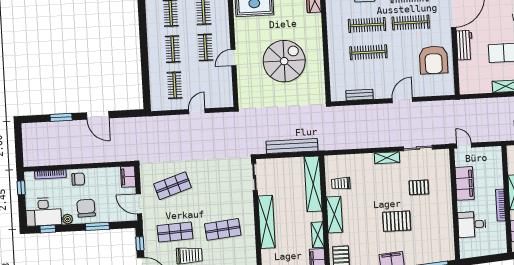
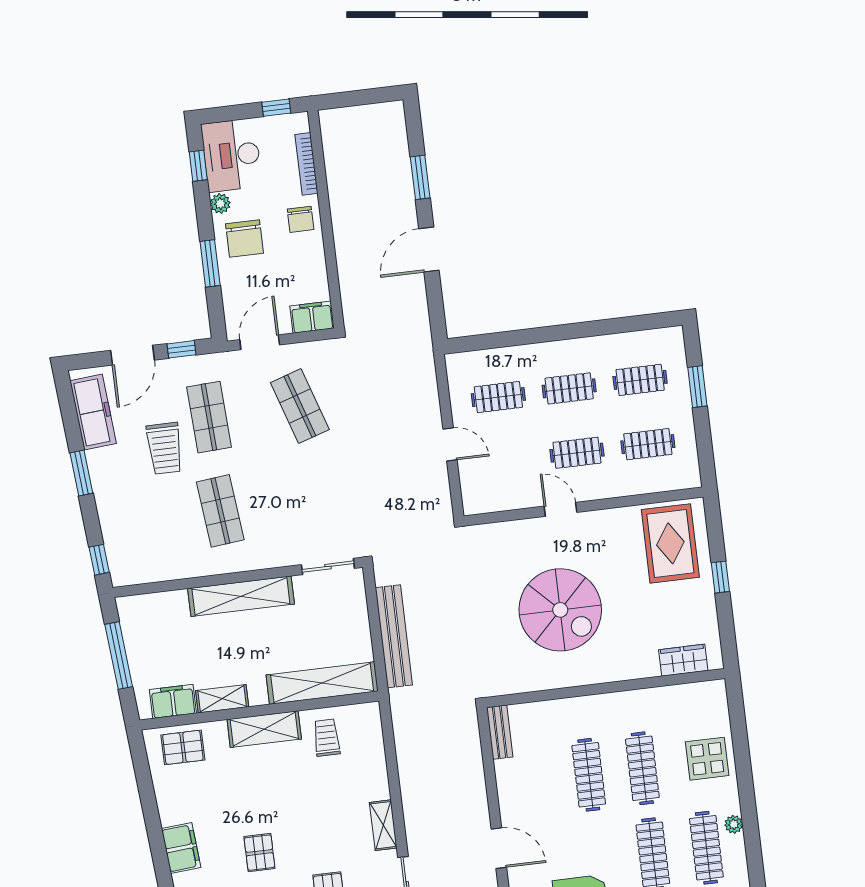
bench: (359, 95) -> (500, 732), moved
chair: (86, 208) -> (244, 239), turned 92
pallet: (397, 221) -> (259, 853), width x0.67, depth x0.71

